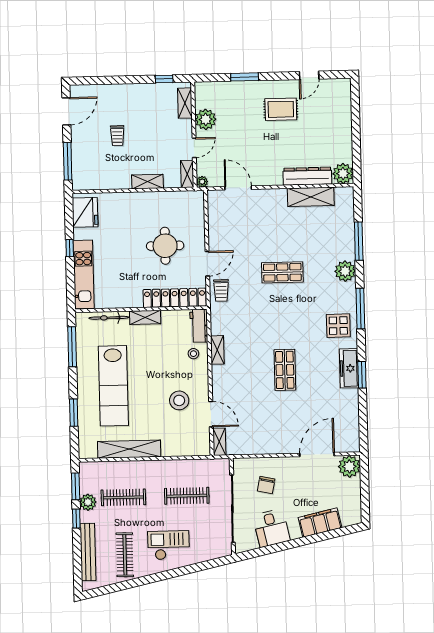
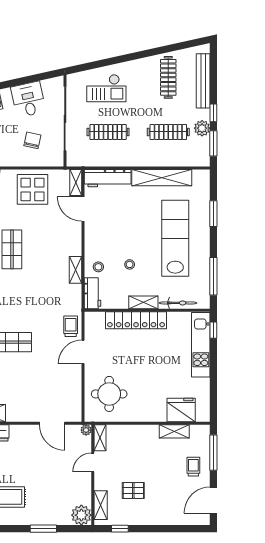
pallet: (151, 119) -> (133, 490), added
plant: (206, 119) -> (81, 515), moved
trolley: (117, 136) -> (193, 467), moved
shelving: (147, 182) -> (174, 431), moved
fridge: (85, 212) -> (181, 410), moved, turned 90
round table: (165, 246) -> (109, 394), moved
window: (70, 248) -> (213, 330), moved
locker: (175, 298) -> (136, 320), moved
stool: (179, 400) -> (130, 264), moved, width x0.53, depth x0.53
display table: (265, 433) -> (32, 189), added
workbench: (186, 447) -> (108, 178), added
checkout: (169, 545) -> (106, 88), moved

